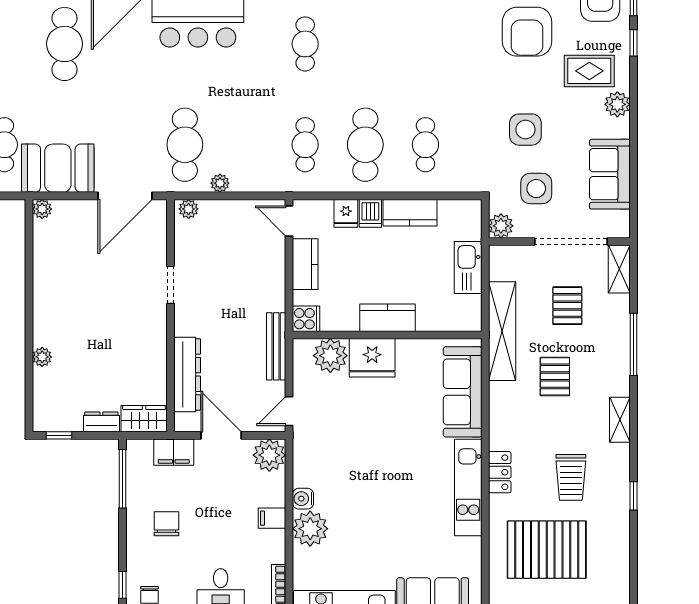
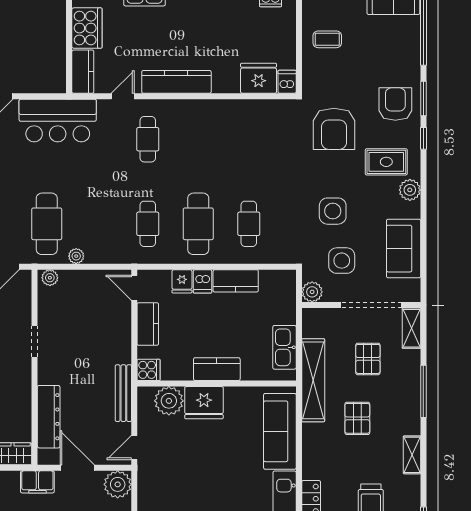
kitchen sink: (468, 267) -> (284, 347), moved

